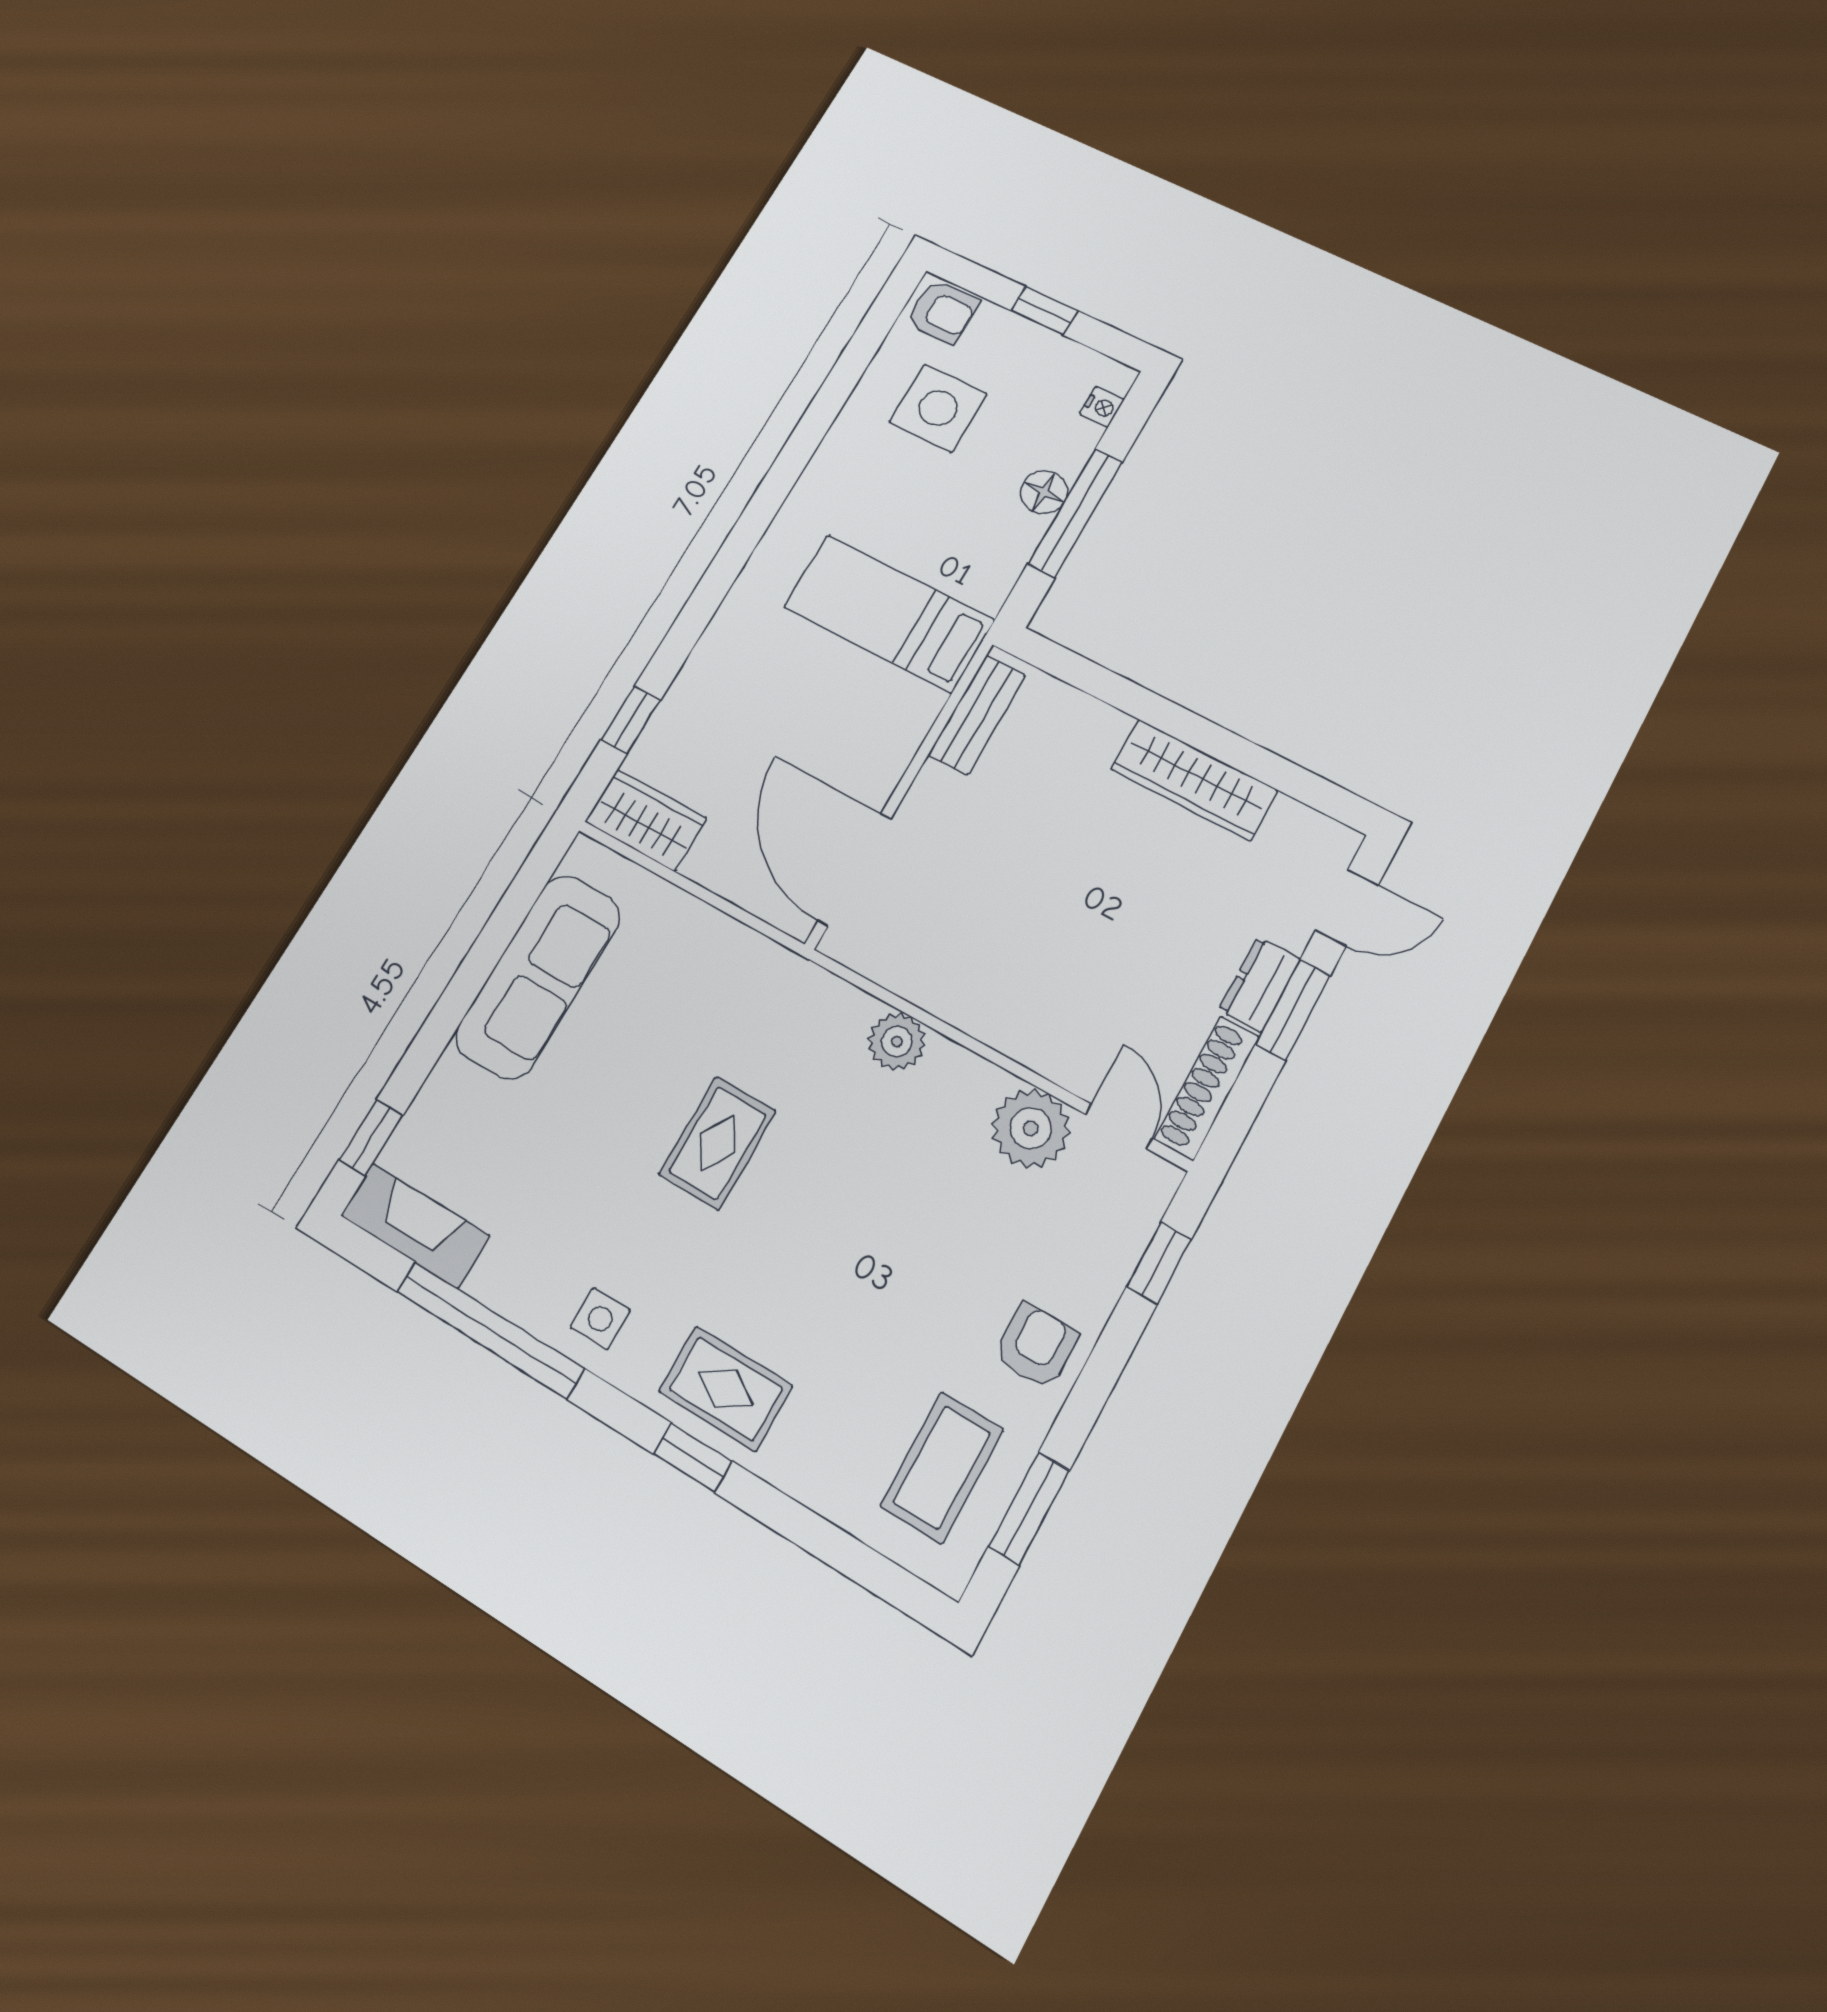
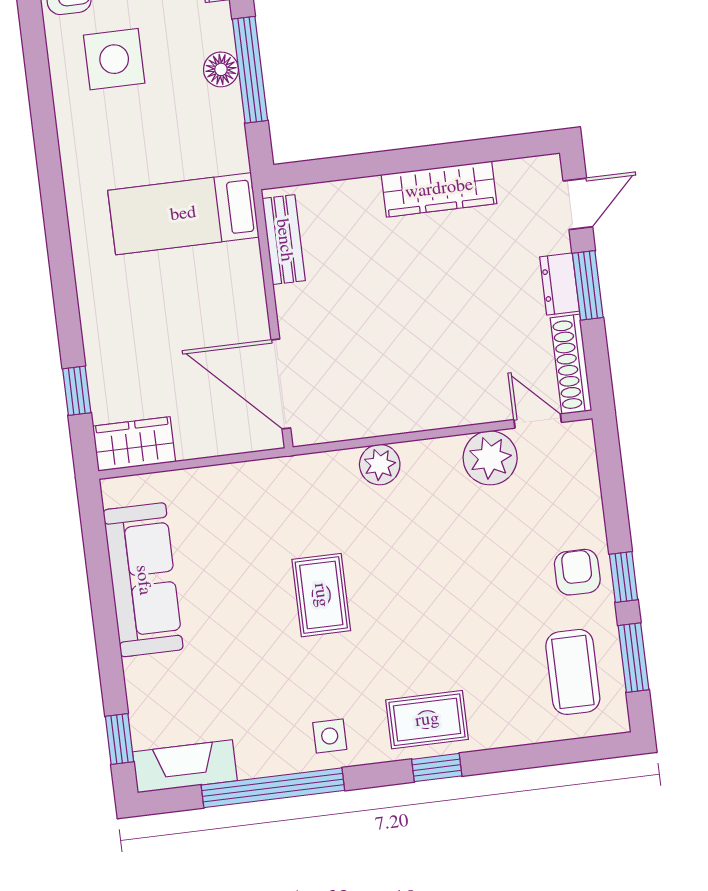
window: (1159, 1263) -> (624, 577), moved

